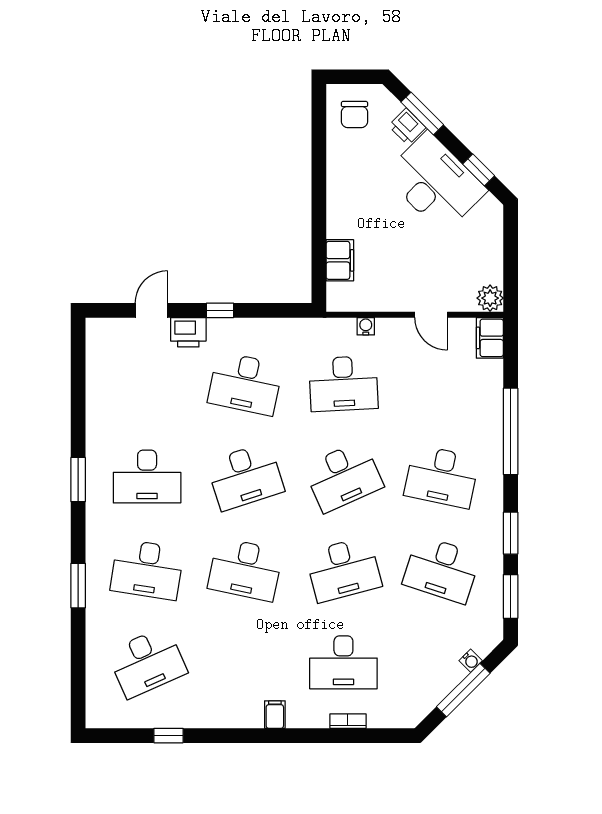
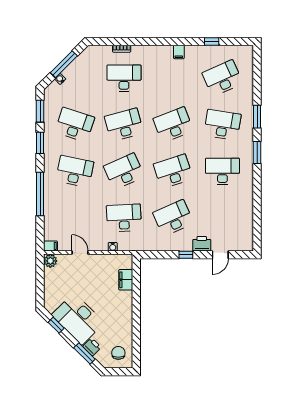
filing cabinet: (490, 338) -> (51, 246), width x0.50
desk: (245, 384) -> (173, 218), turned -36
window: (78, 480) -> (257, 152), moved
desk: (245, 569) -> (173, 125), turned -33
filing cabinet: (275, 715) -> (179, 52), moved

